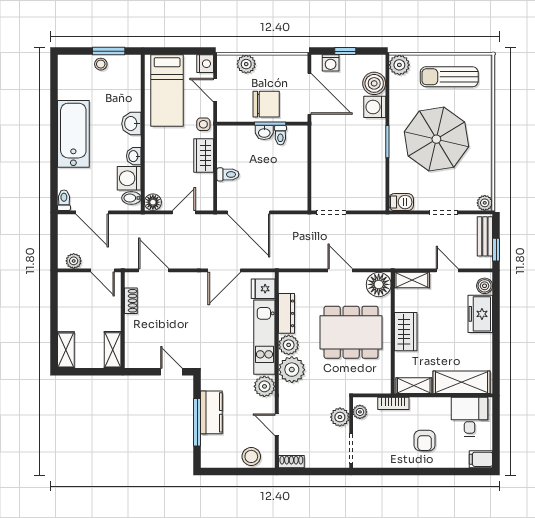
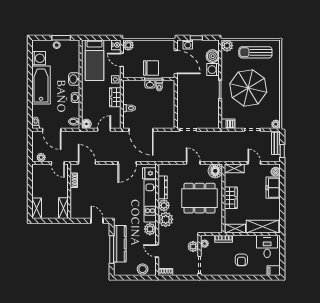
plant: (246, 64) -> (128, 45), moved
washing machine: (129, 178) -> (39, 58), moved, turned 180
kitchen counter: (211, 412) -> (120, 244), width x1.50

